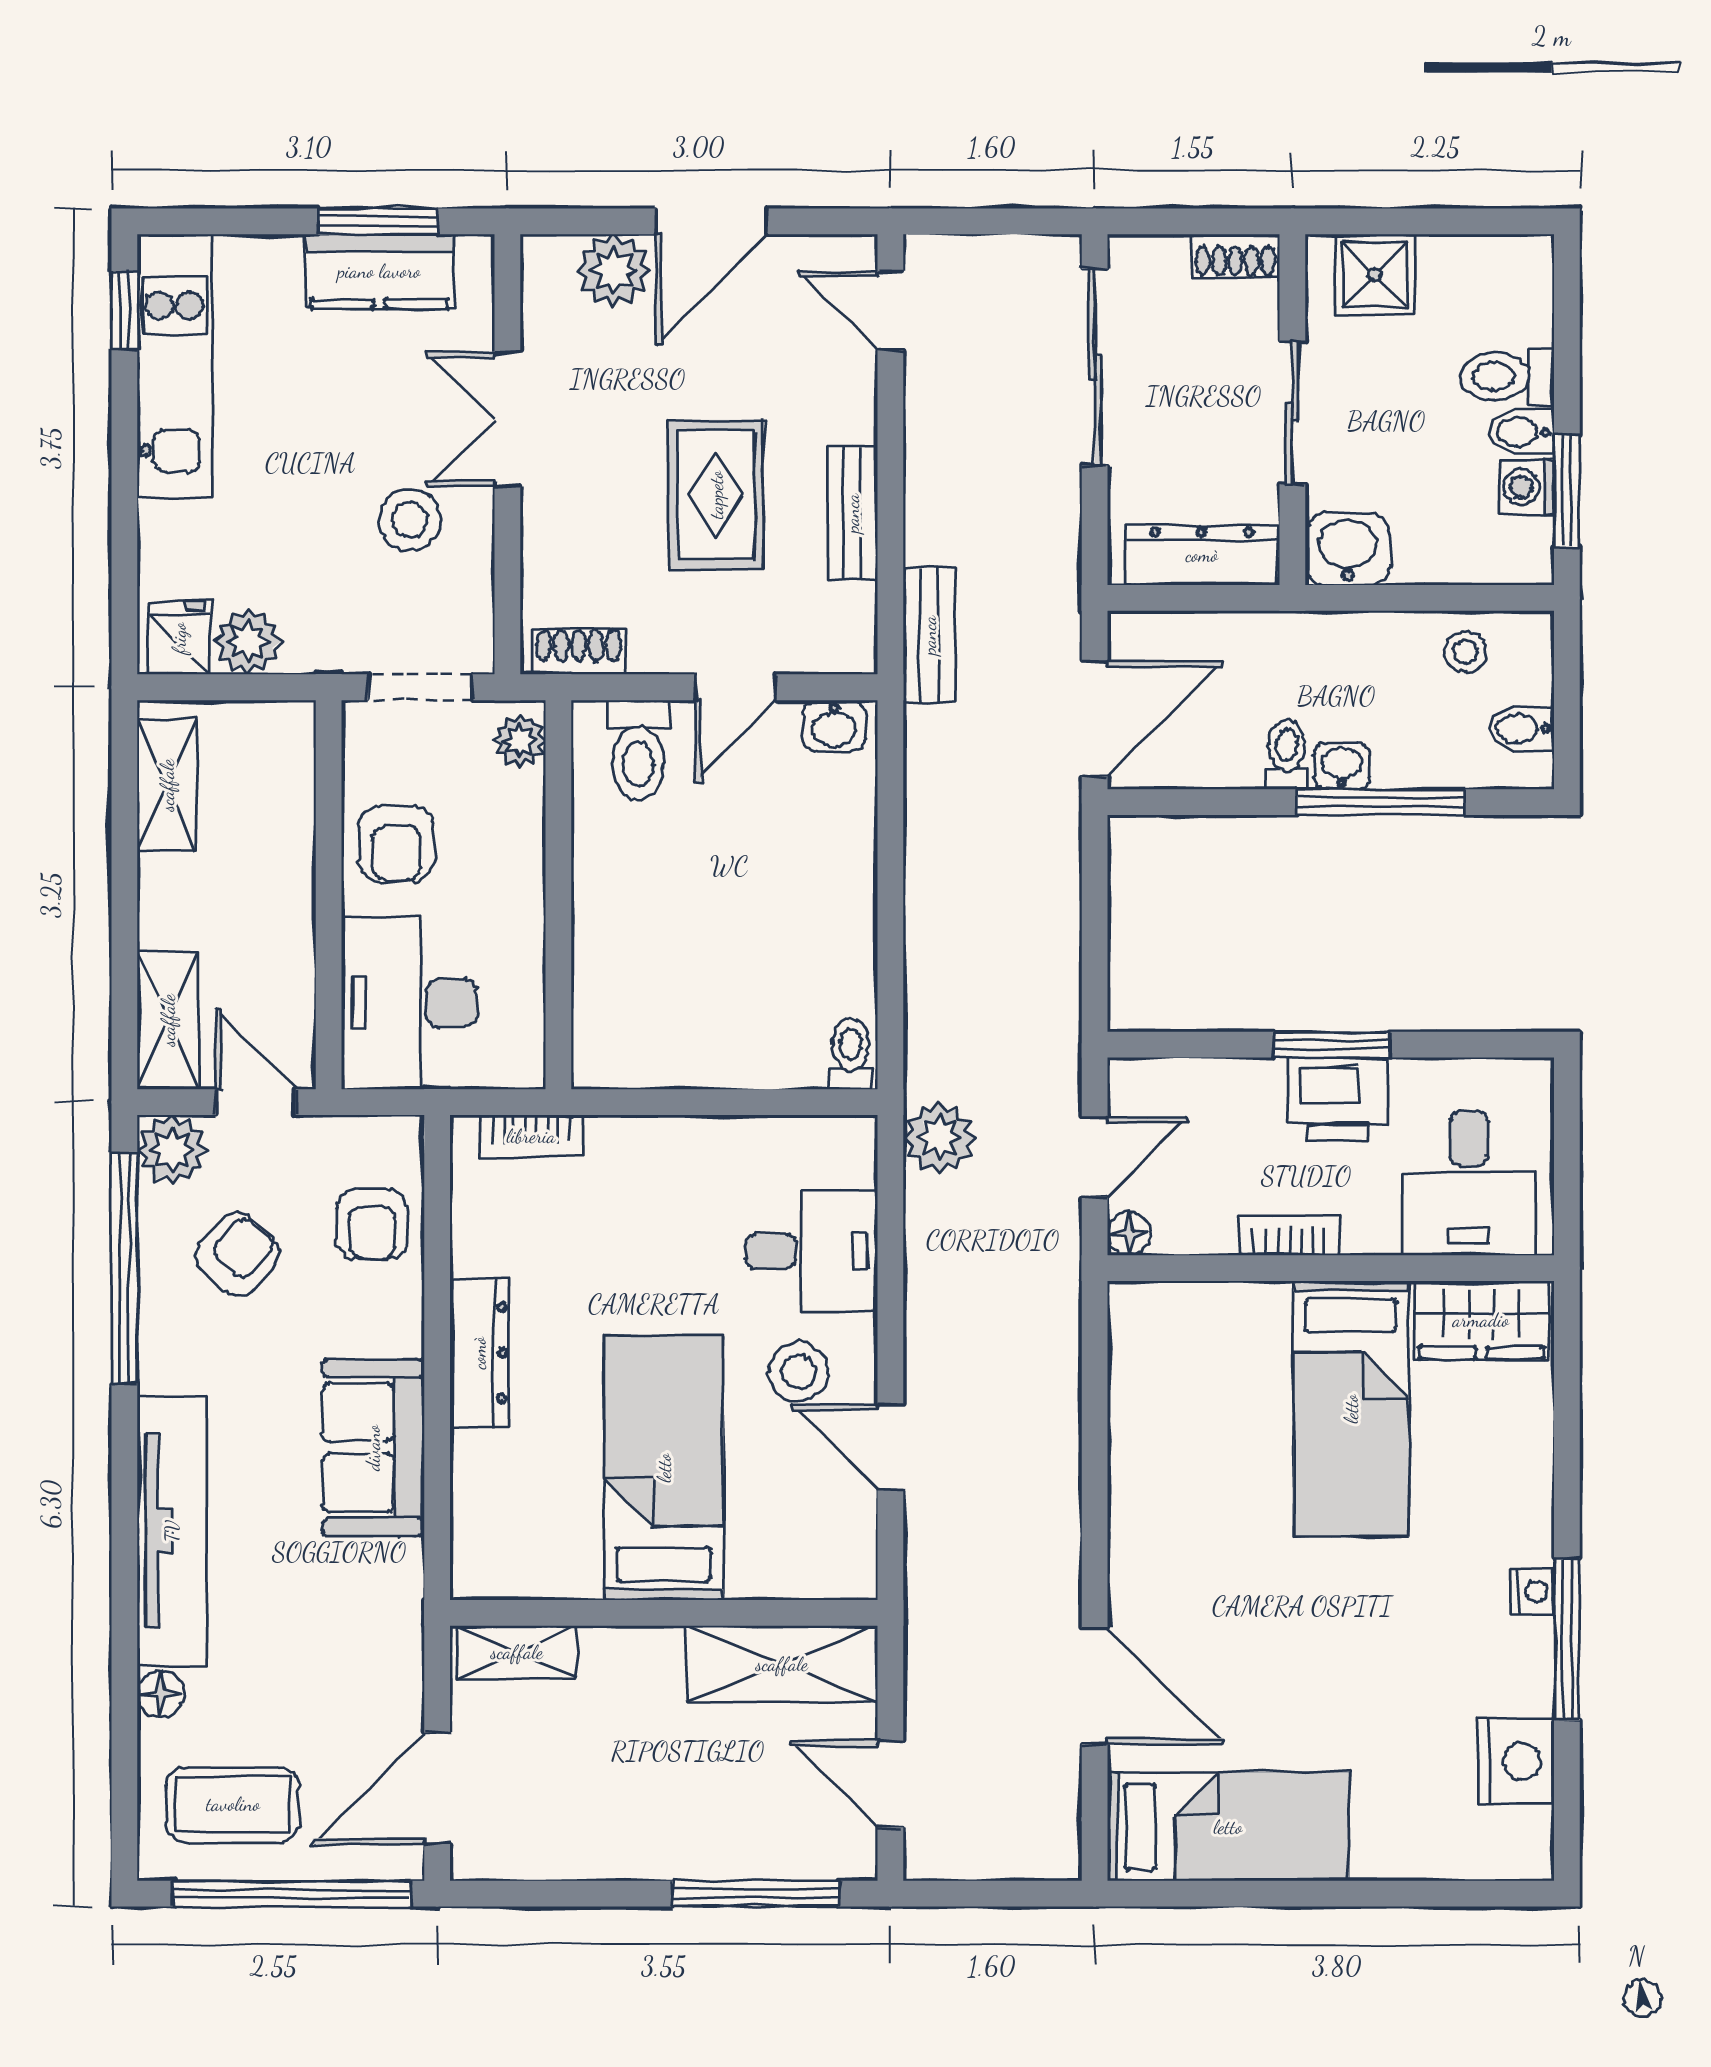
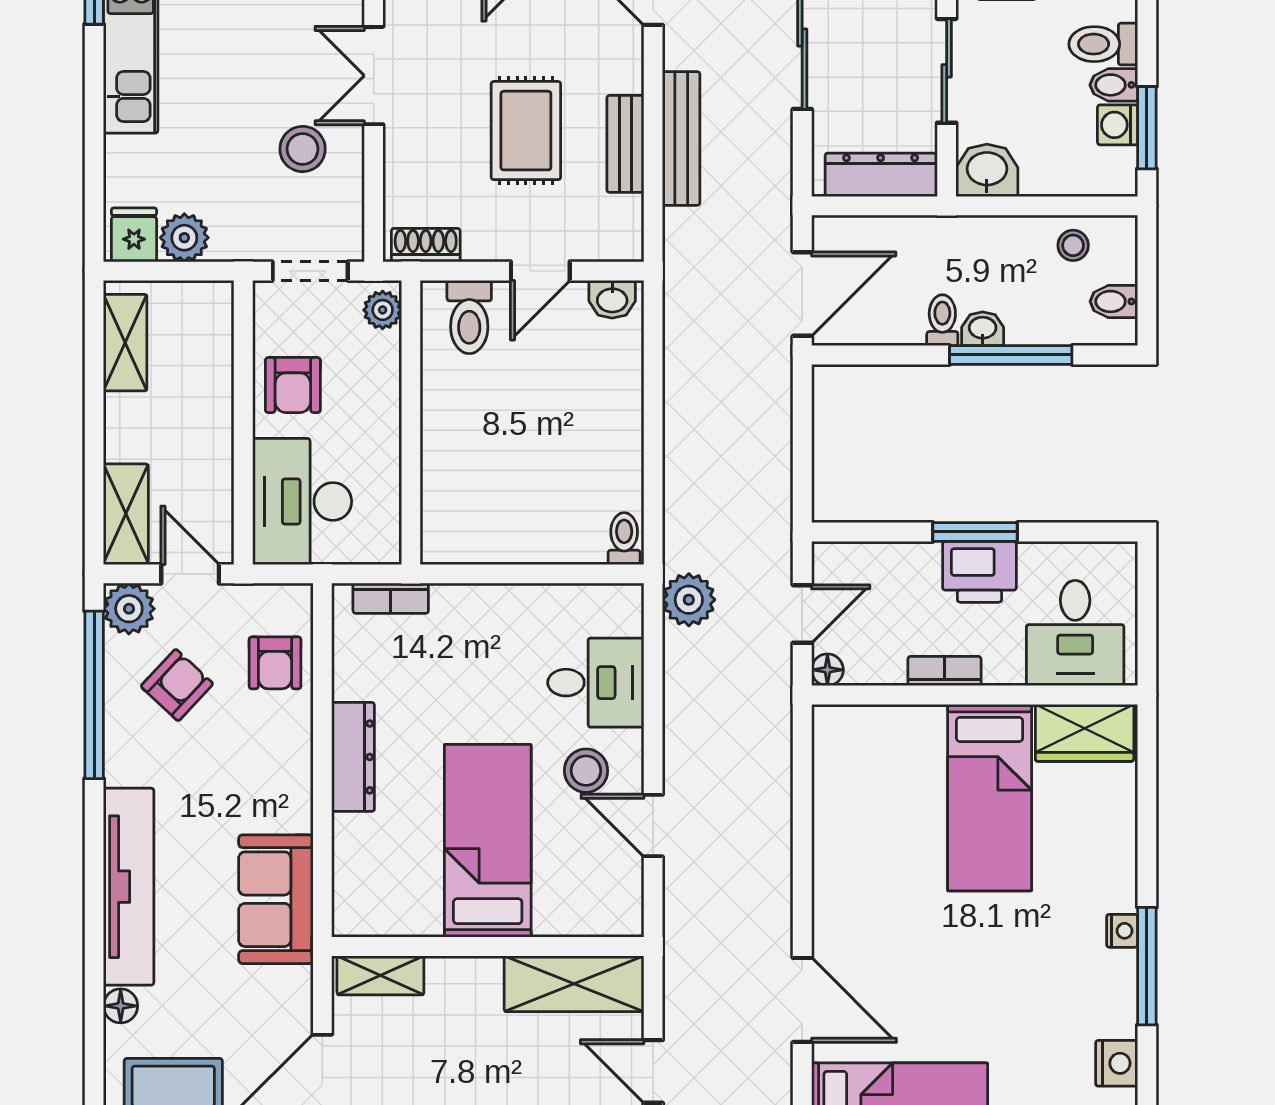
bench: (929, 635) -> (681, 138), moved, width x1.36
sofa: (373, 1448) -> (276, 899), moved
nightstand: (1516, 1762) -> (1117, 1063), width x0.74, depth x0.75

